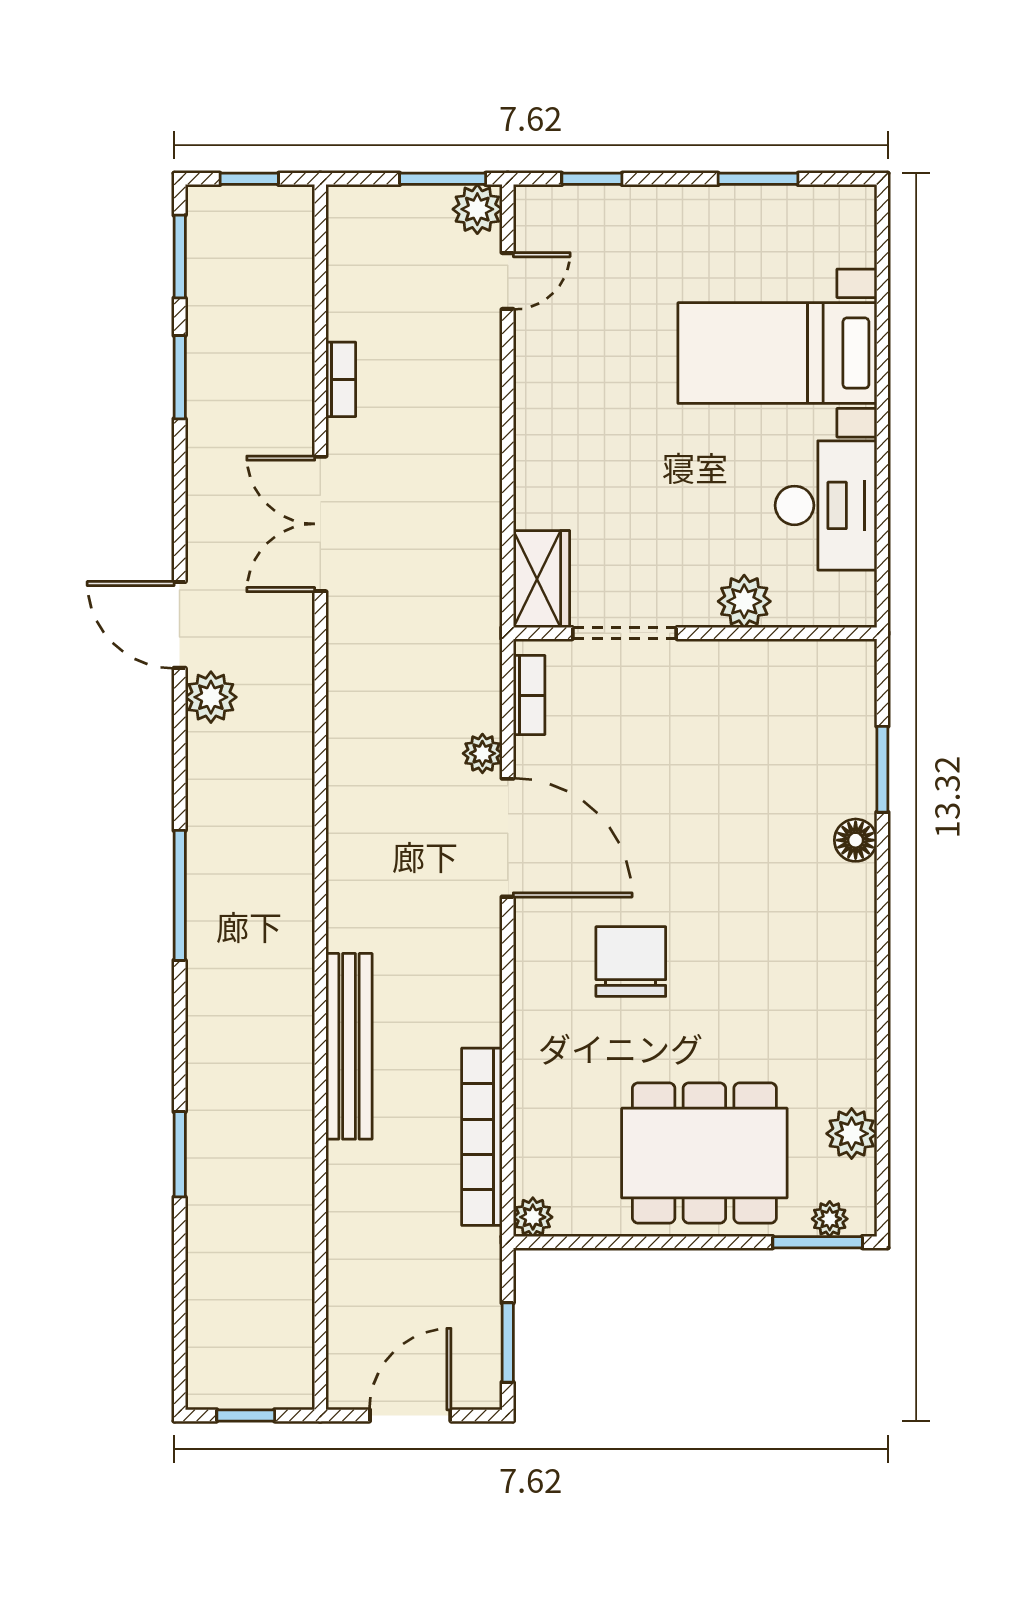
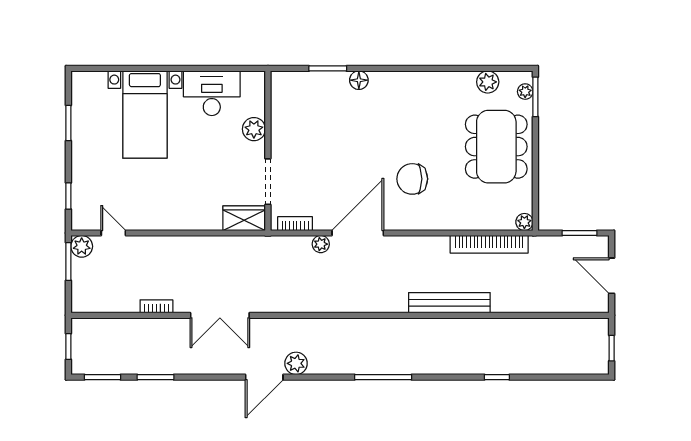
window: (180, 1154) -> (497, 377), width x0.67

